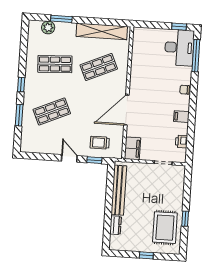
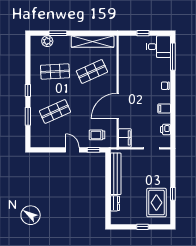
window: (179, 27) -> (143, 33), moved
desk: (179, 48) -> (159, 47), width x0.73

